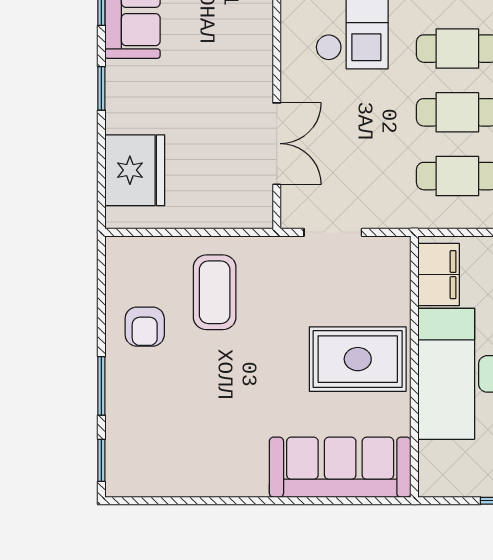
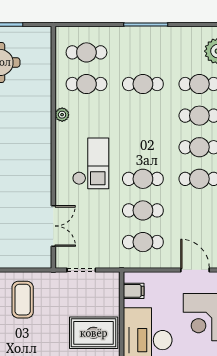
filing cabinet: (439, 275) -> (134, 291), width x0.50

